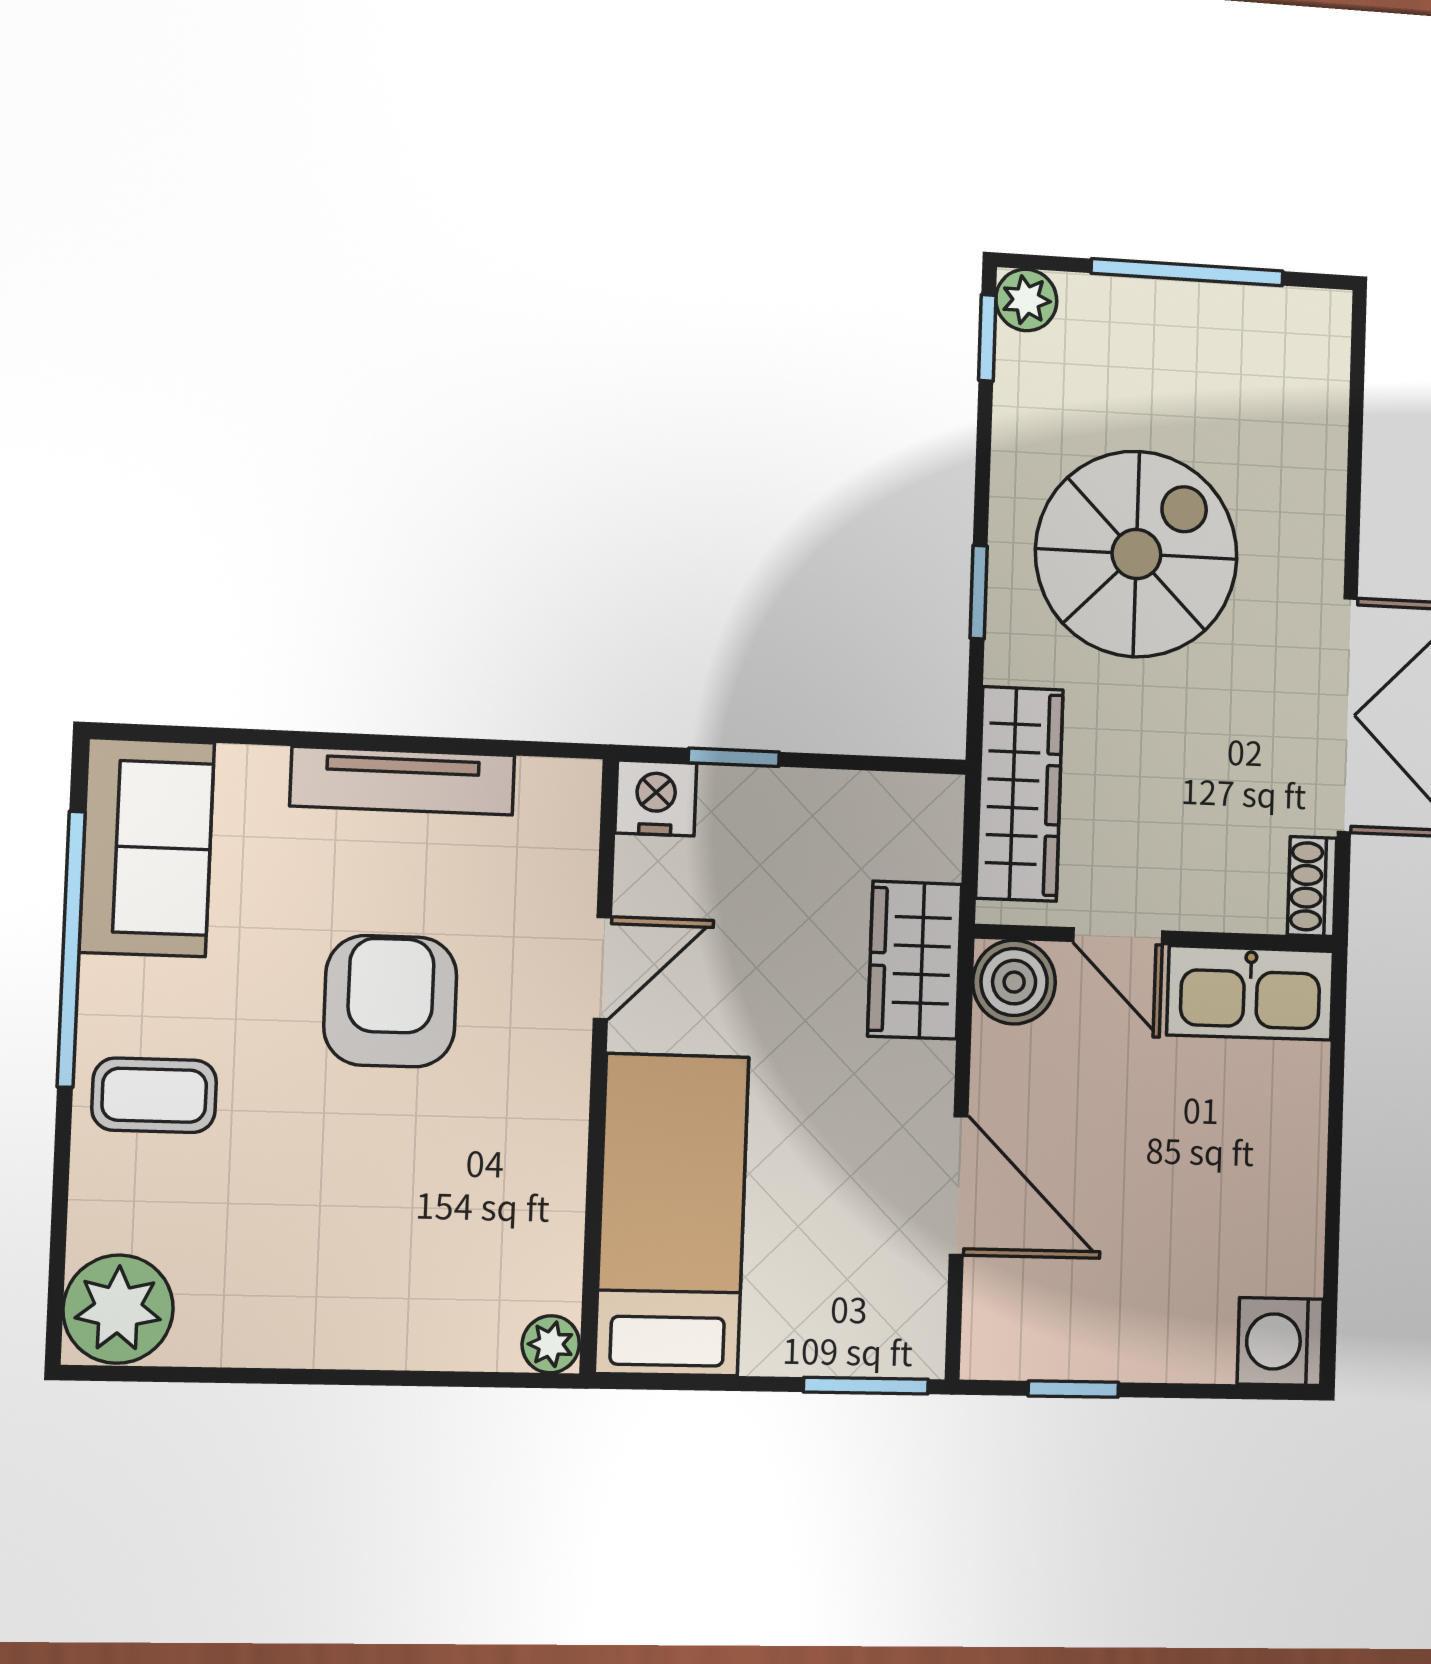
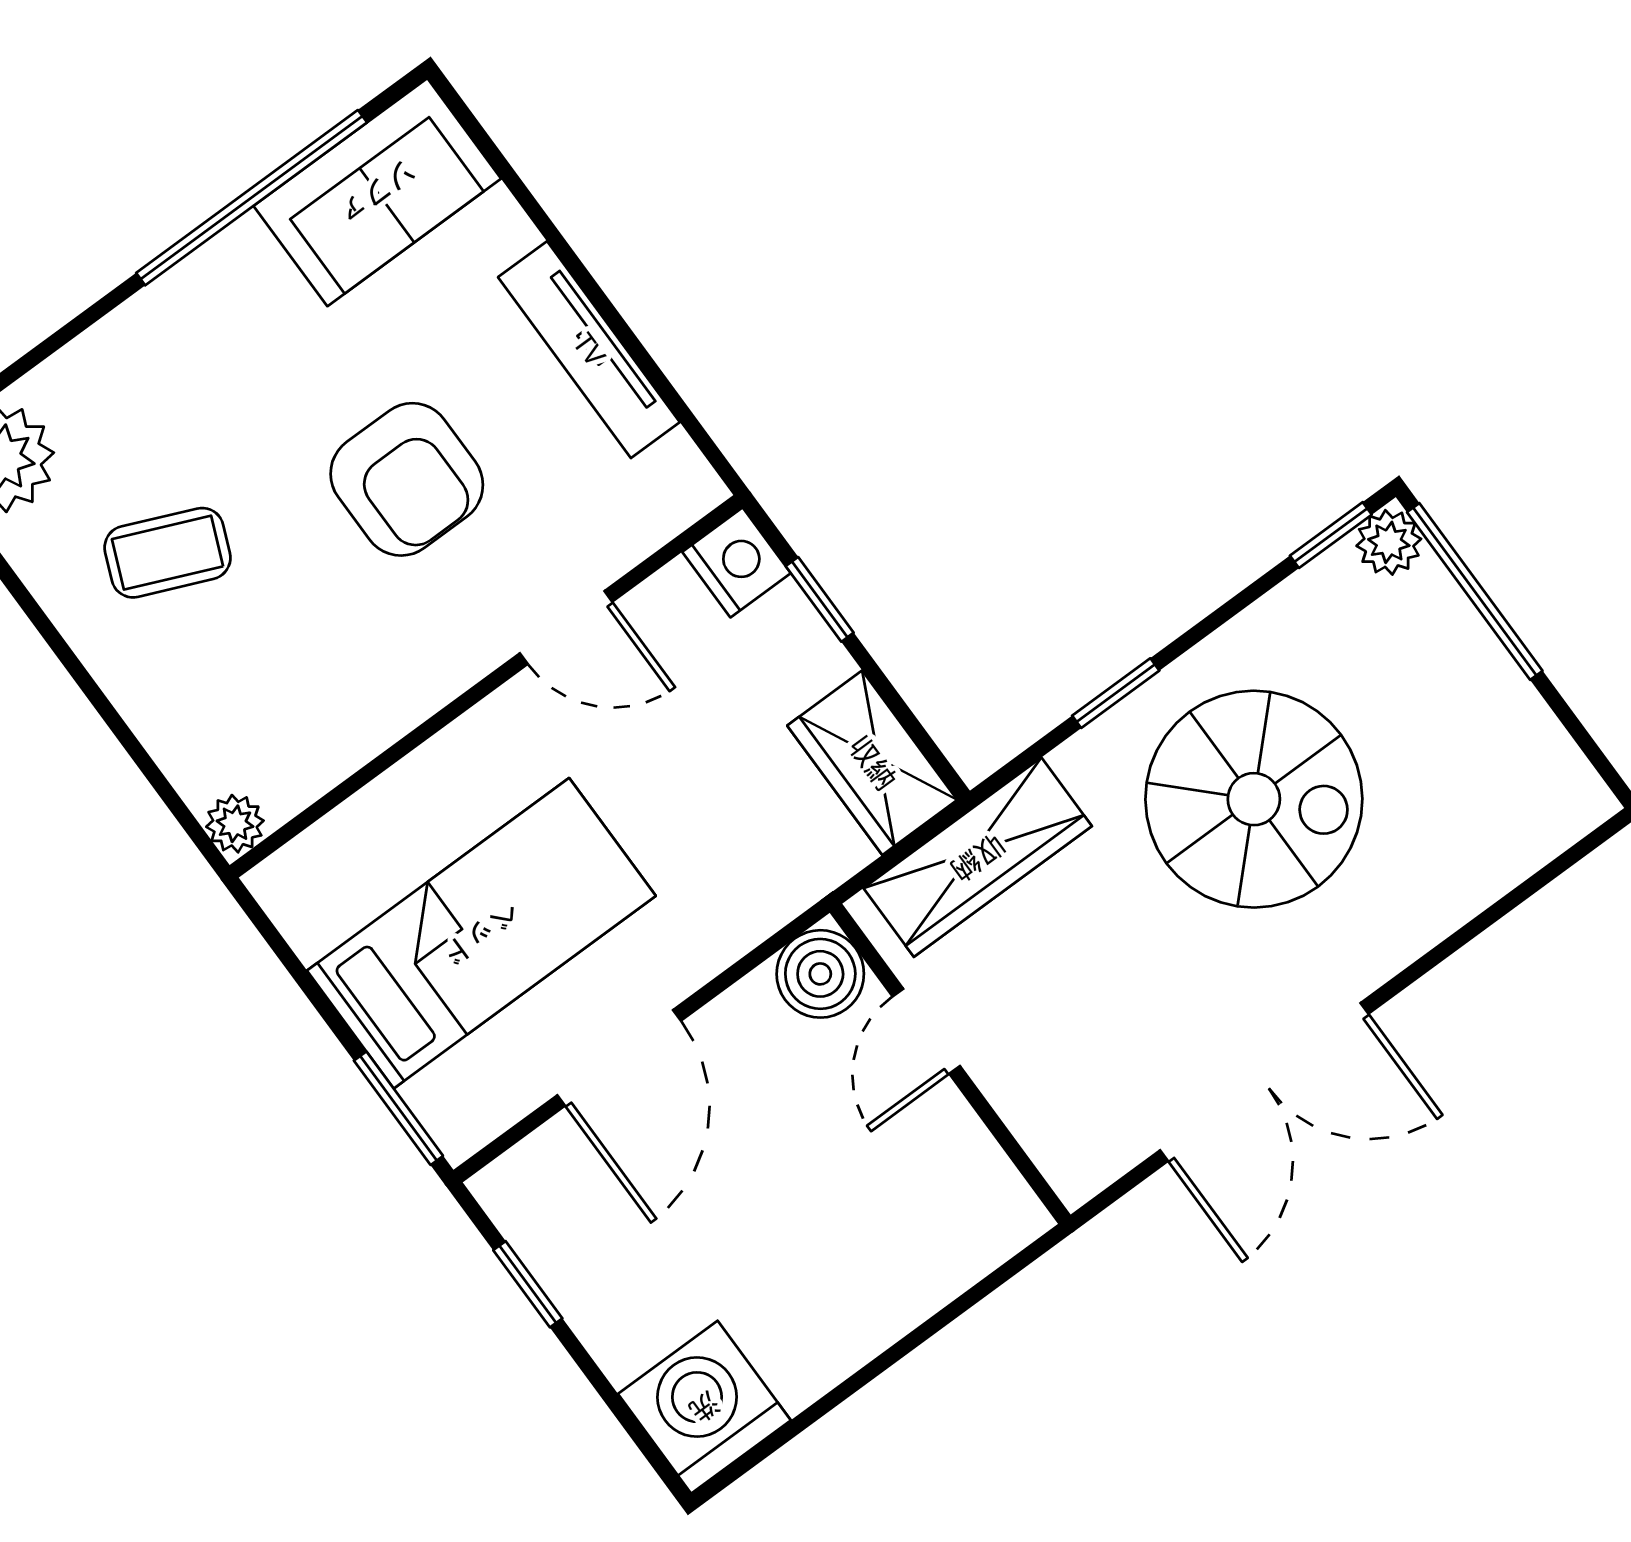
window: (1187, 272) -> (1475, 591), moved
shoe rack: (1312, 886) -> (1098, 1164), removed
wardrobe: (915, 960) -> (872, 763), moved, turned -90
kitchen sink: (1250, 993) -> (968, 1180), removed
armchair: (390, 1001) -> (407, 479), turned 90
coffee table: (154, 1095) -> (168, 553), moved, turned -67
bed: (672, 1215) -> (481, 933), moved
washing machine: (1280, 1342) -> (704, 1407), width x1.37, depth x1.37

